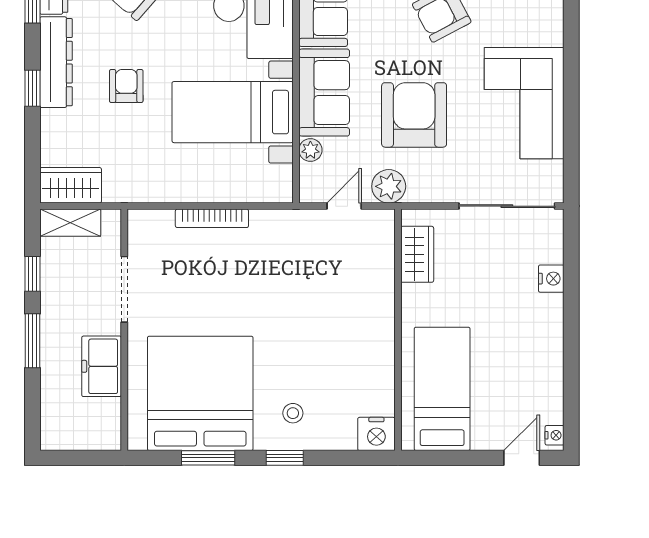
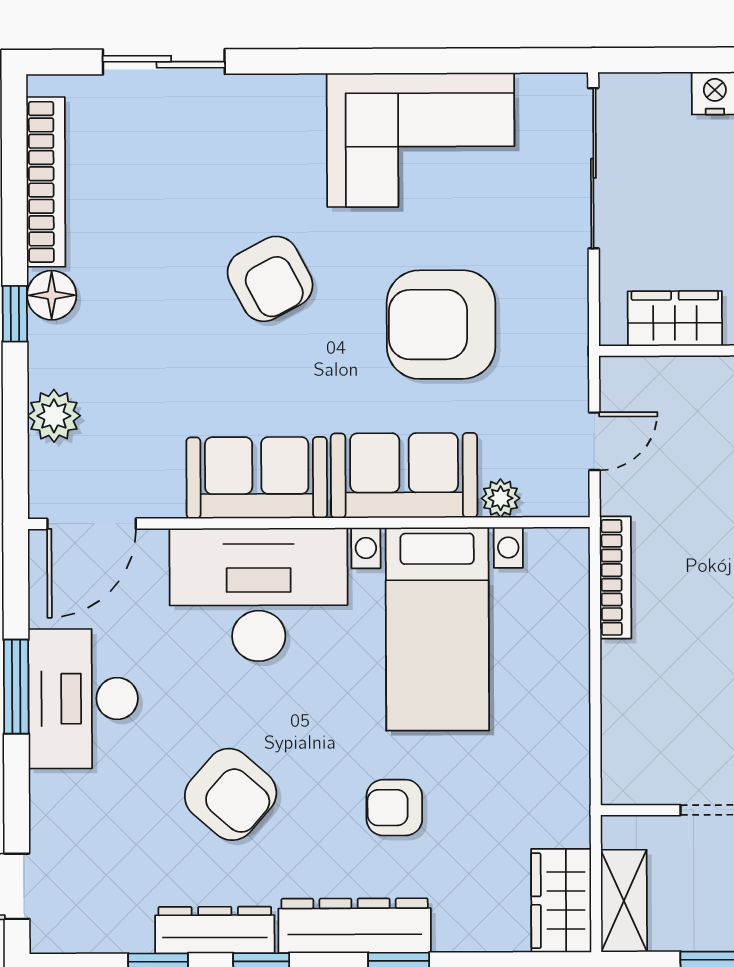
plant: (389, 186) -> (561, 367), removed
door: (344, 206) -> (594, 441), swing flipped
bookcase: (212, 218) -> (615, 577), moved

